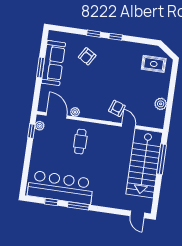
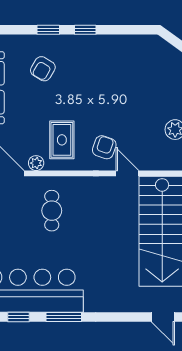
rug: (154, 64) -> (62, 140), moved, turned 90

